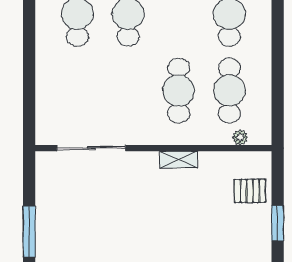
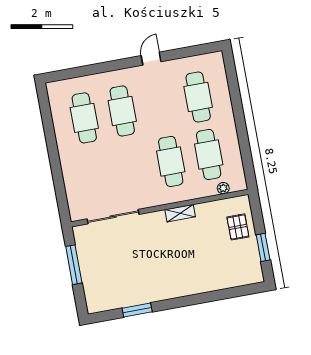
pallet: (250, 191) -> (238, 227), turned 90
window: (29, 231) -> (74, 265), moved

